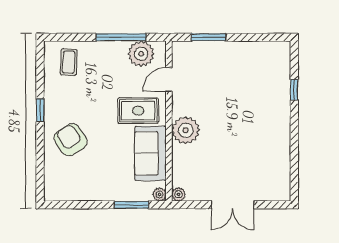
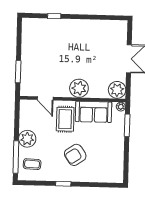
window: (121, 37) -> (16, 157), moved
plant: (141, 54) -> (27, 139), moved
armchair: (71, 140) -> (75, 155), moved
plant: (179, 194) -> (117, 90), width x1.88, depth x1.88

